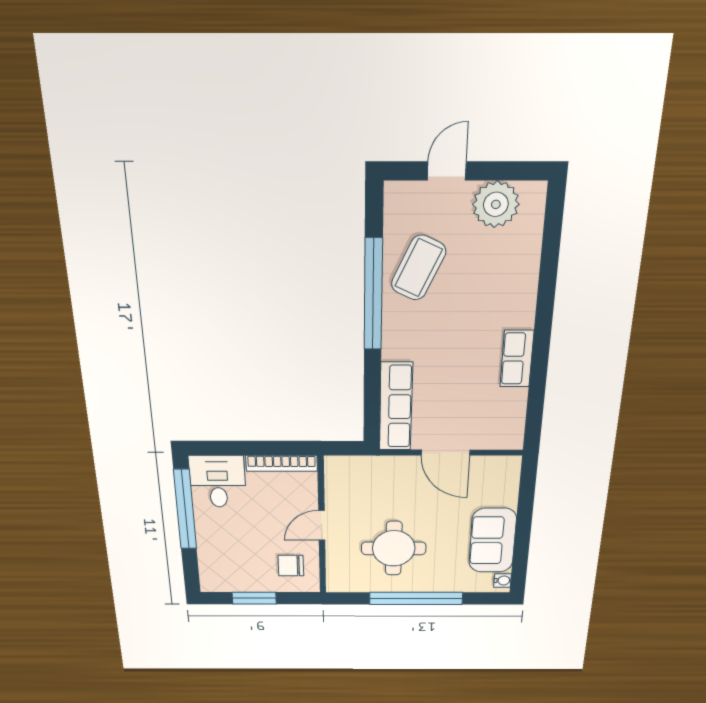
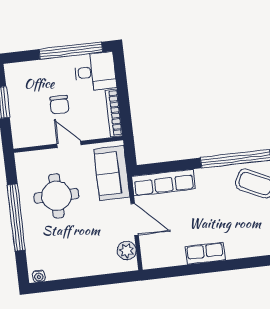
door: (445, 453) -> (135, 220), swing flipped
plant: (490, 468) -> (127, 251), added
sofa: (493, 540) -> (112, 173), moved, turned -90
chair: (291, 566) -> (59, 105), moved, turned 180

